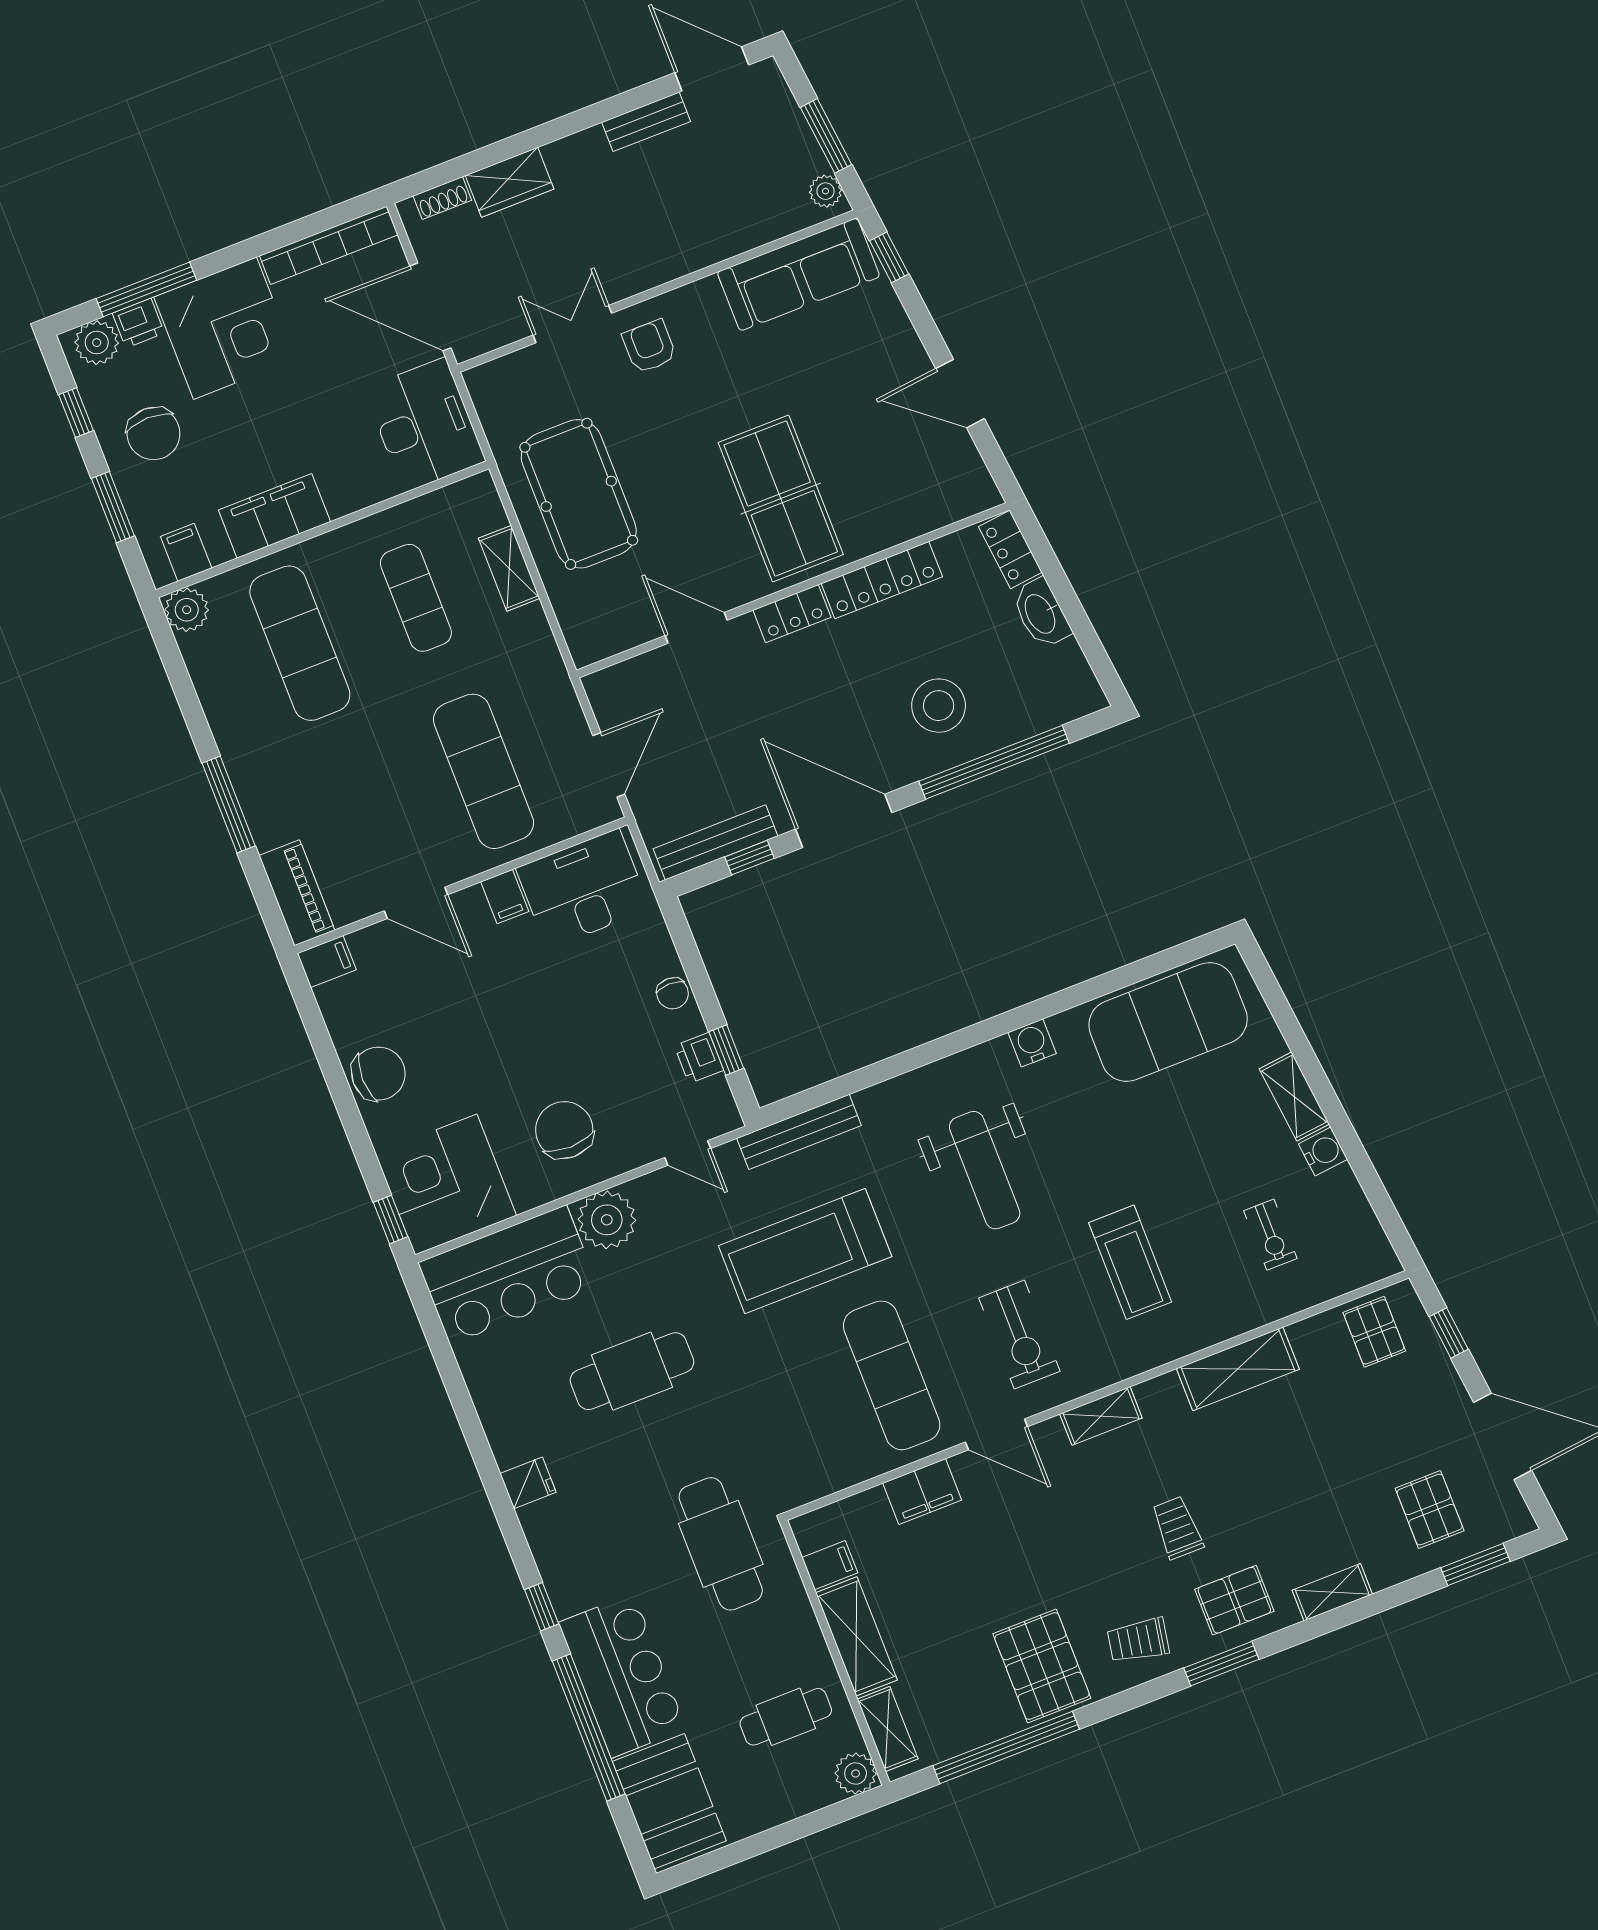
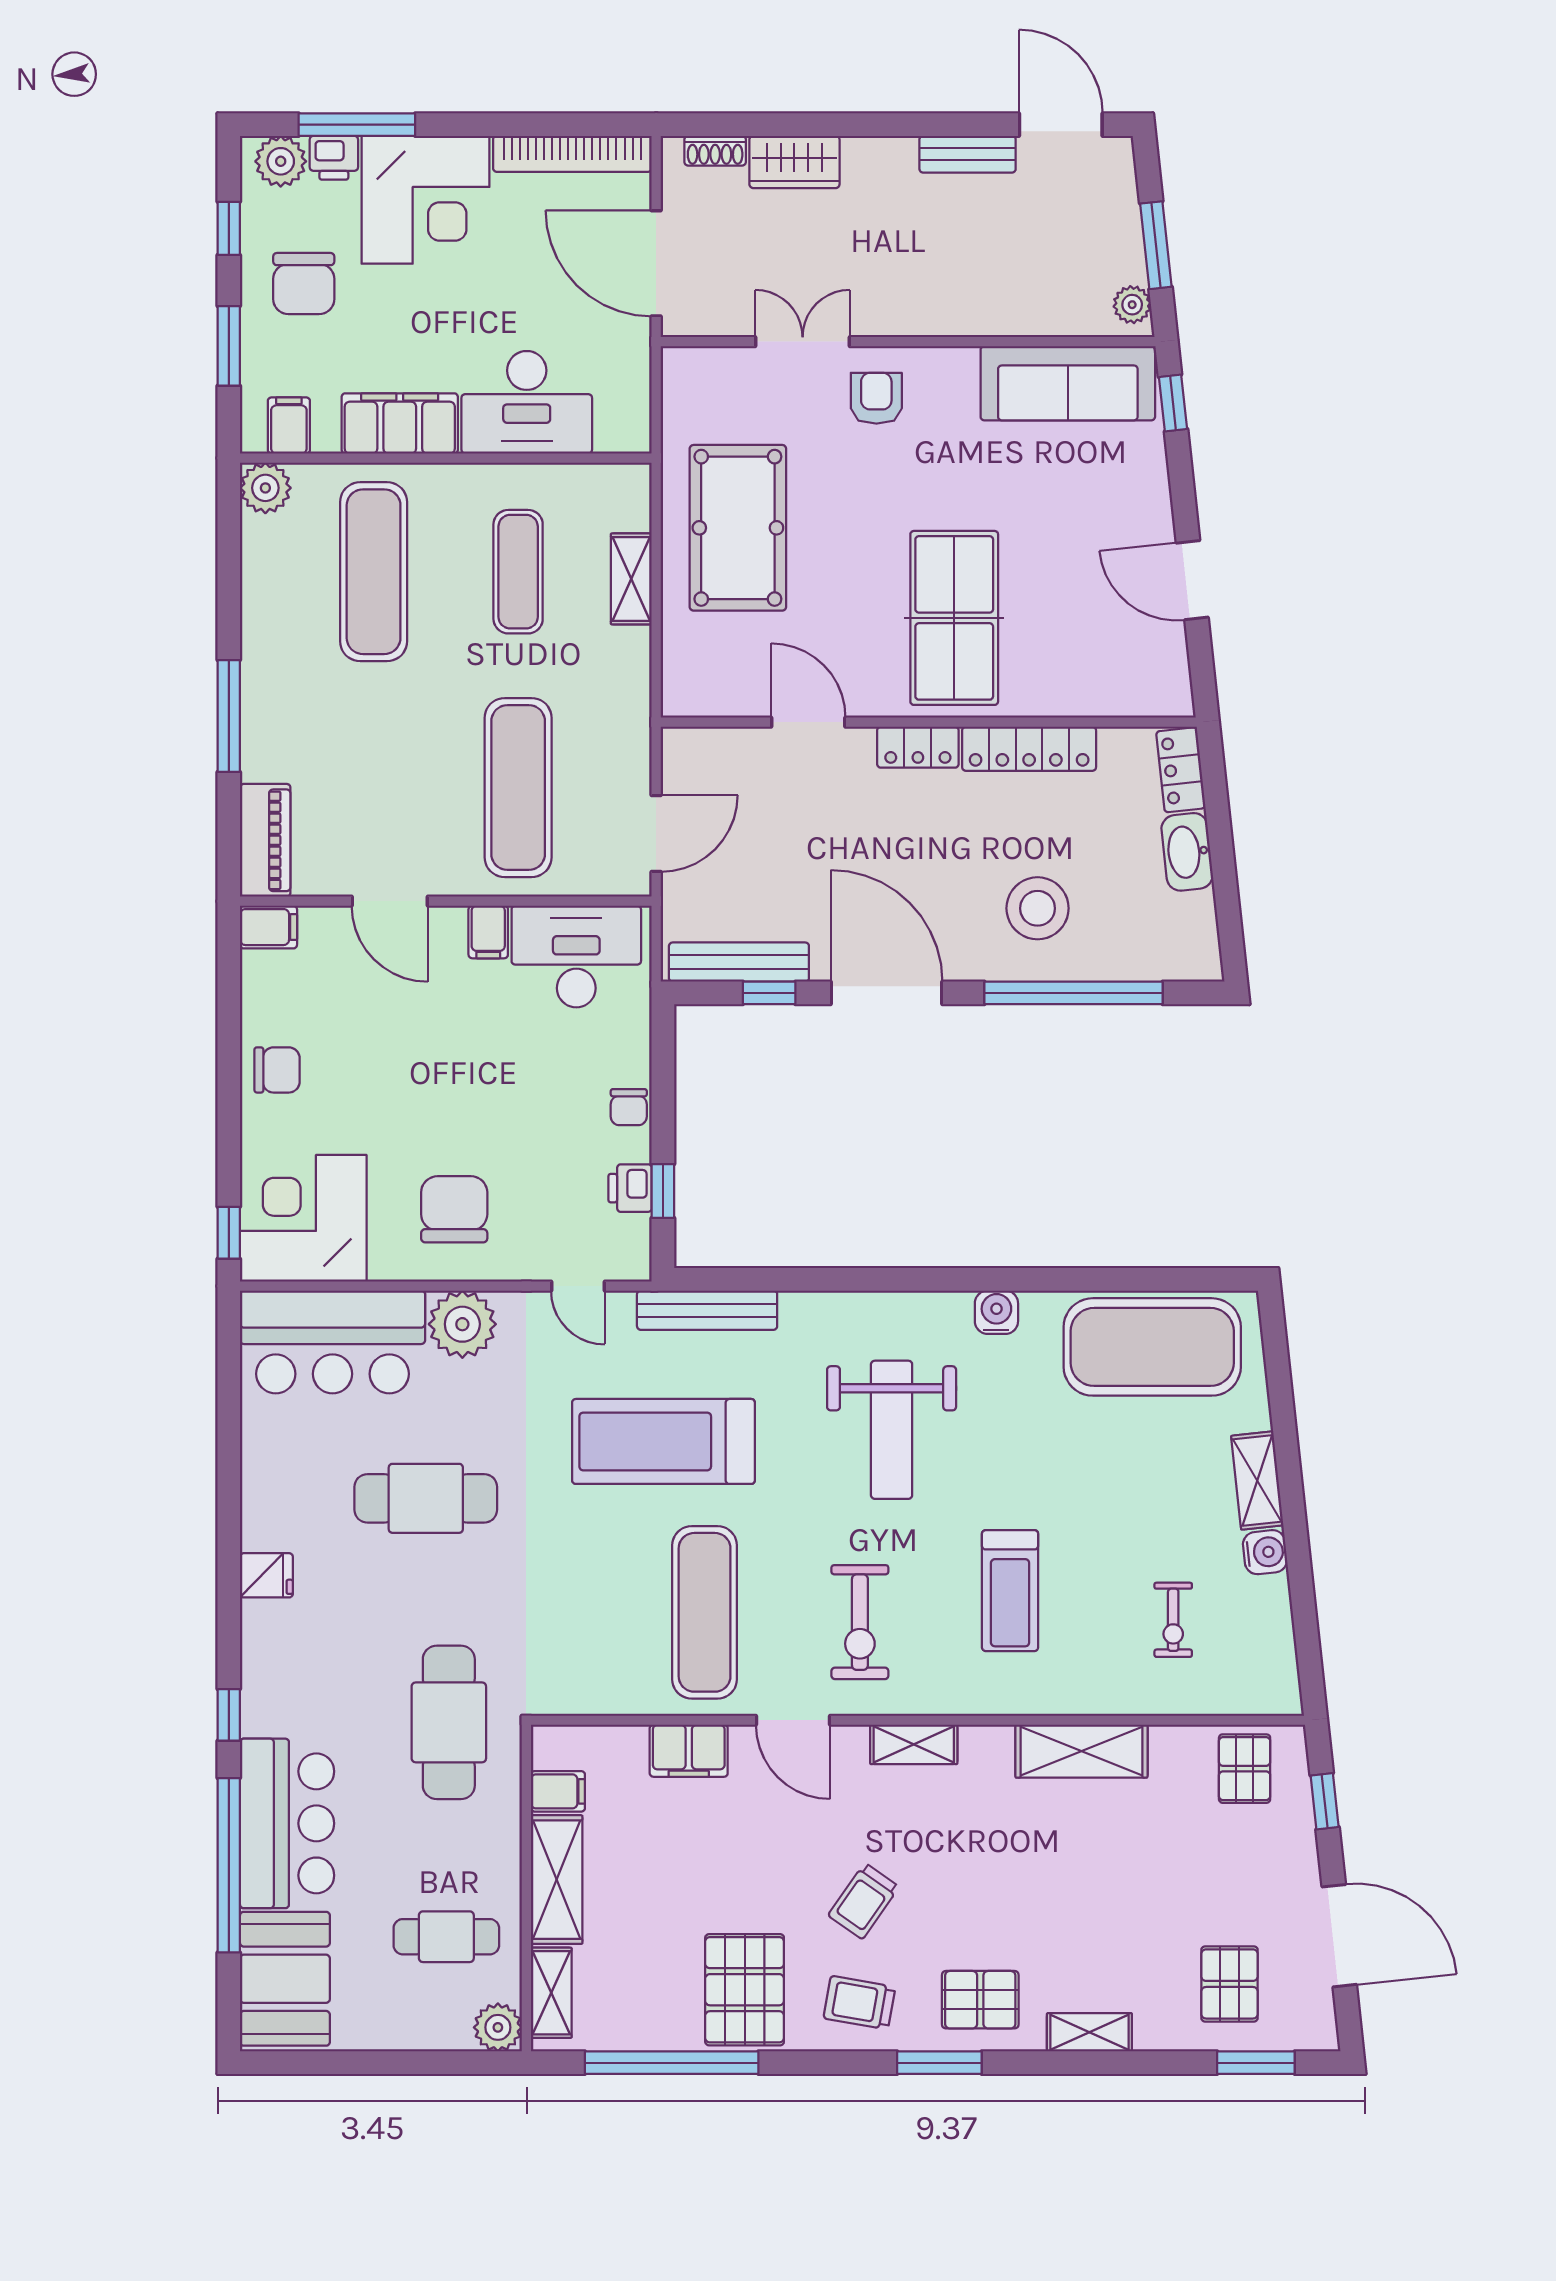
desk: (425, 425) -> (527, 402), moved, turned 90
chair: (378, 1074) -> (277, 1070), width x0.73, depth x0.73
trolley: (1177, 1528) -> (864, 1901), moved, turned -145

